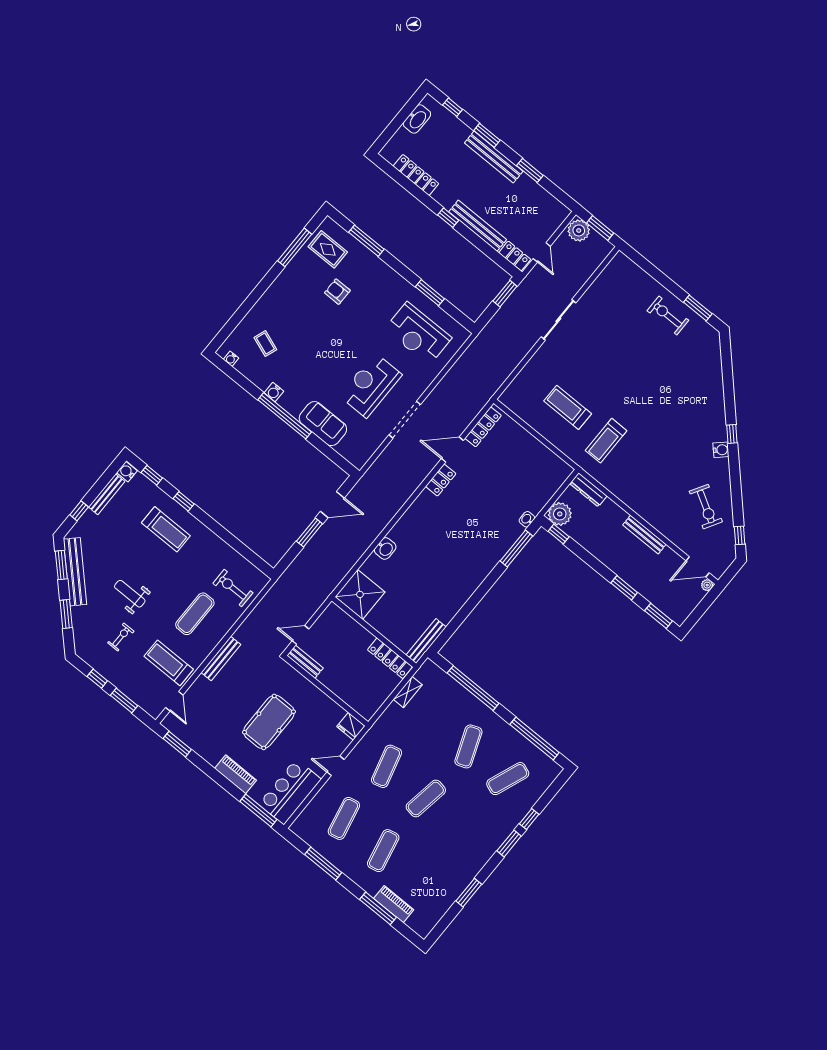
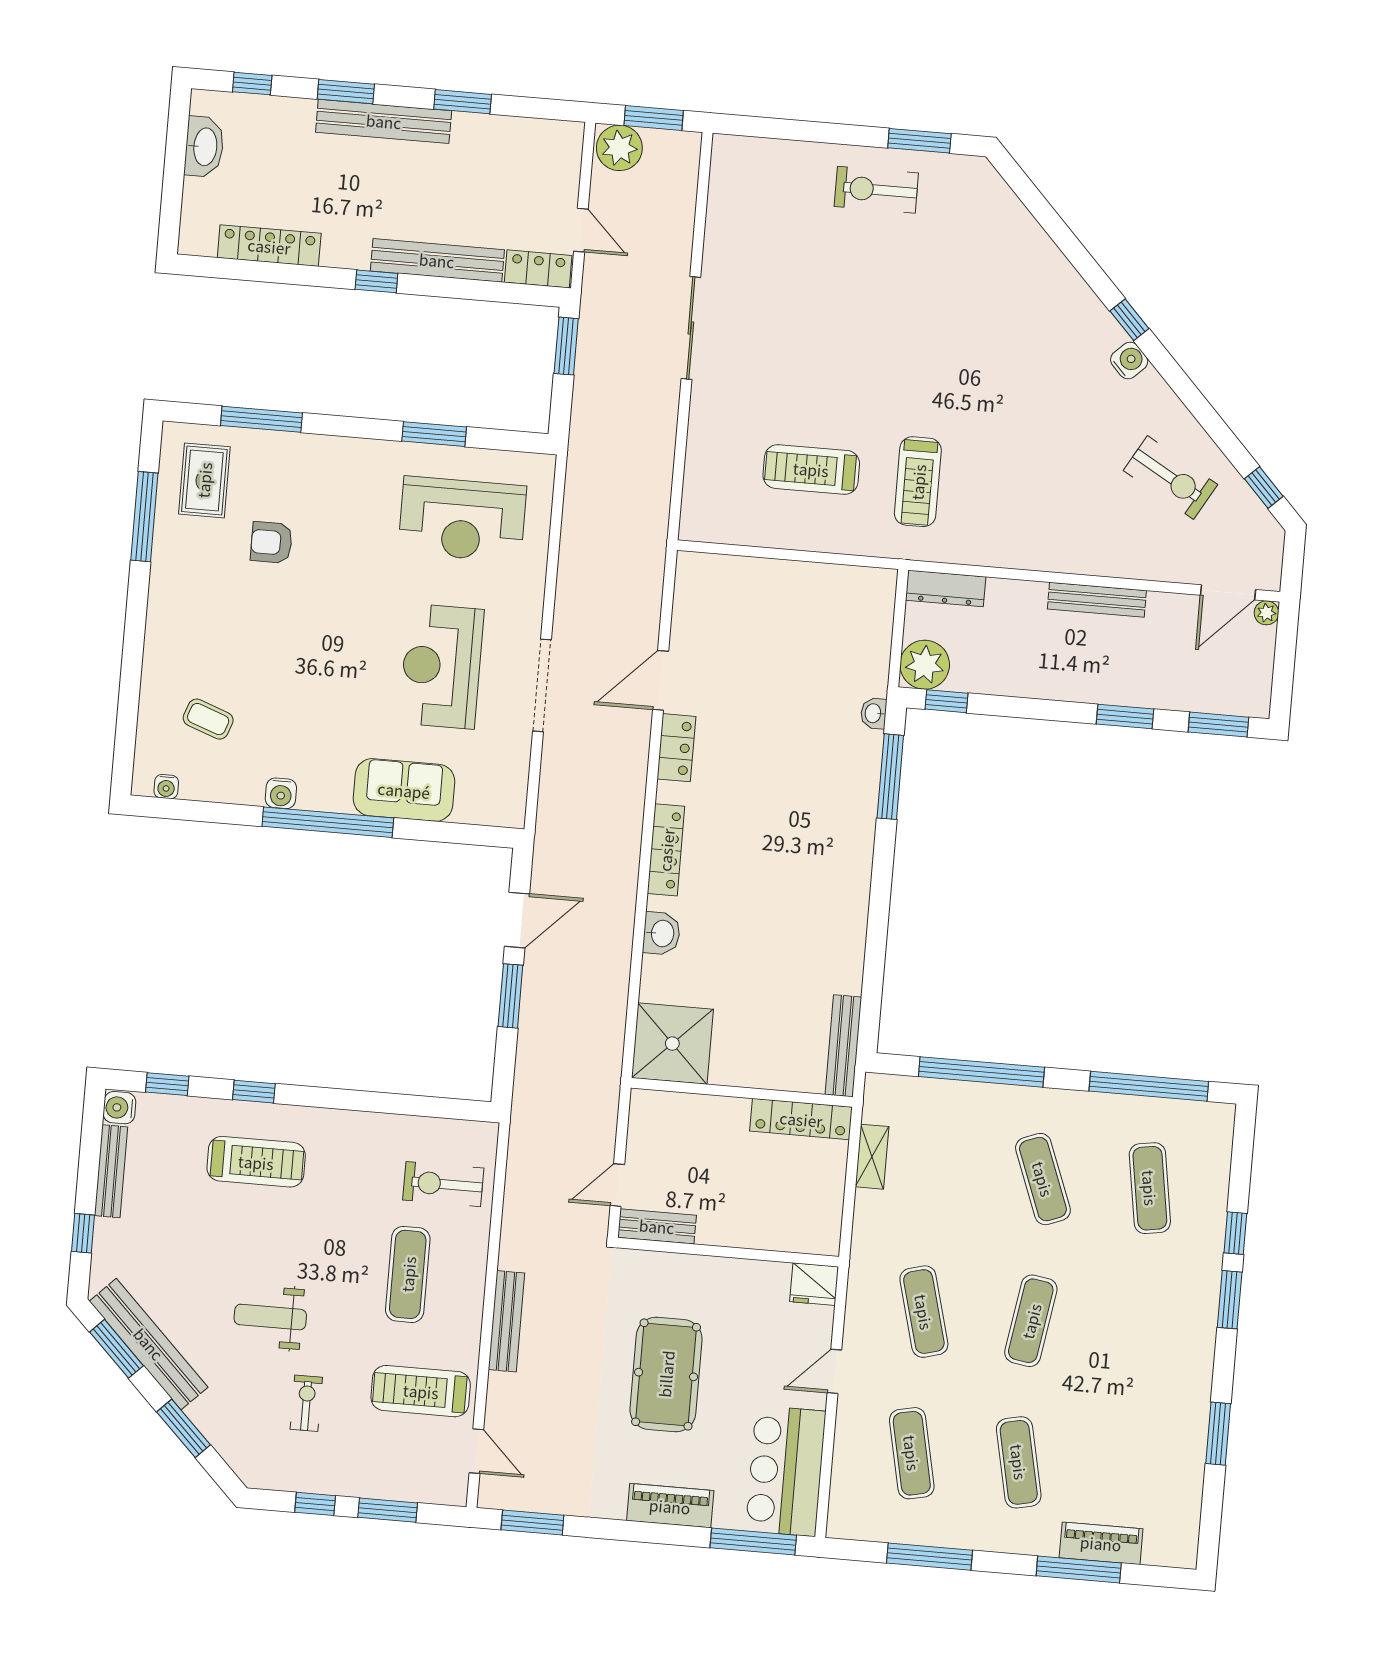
rug: (328, 249) -> (204, 480), turned 90
locker: (483, 427) -> (666, 850), moved
exercise mat: (508, 779) -> (1150, 1188), turned -30

